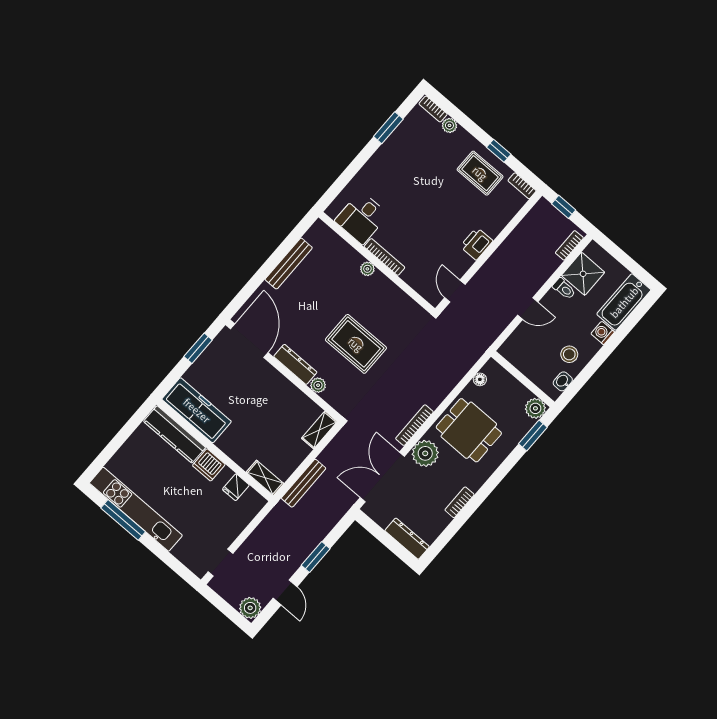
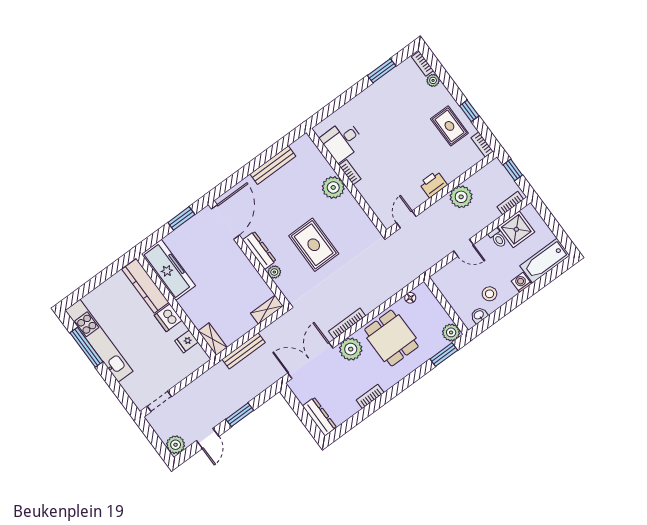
plant: (512, 251) -> (461, 197), added
bookcase: (384, 257) -> (350, 172), width x0.64
plant: (367, 269) -> (333, 187), width x1.87, depth x1.87

